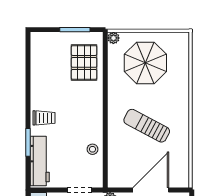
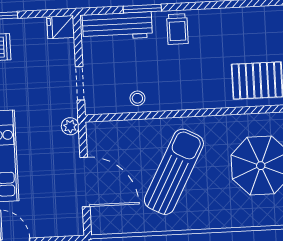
sun lounger: (147, 126) -> (174, 172), width x1.36, depth x1.34

